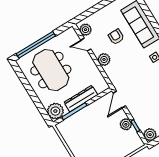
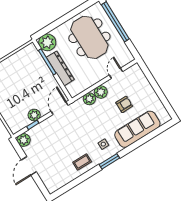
plant: (85, 30) -> (89, 99), moved
meeting table: (51, 70) -> (89, 37), turned 90
door: (119, 100) -> (60, 108), hinge flipped

